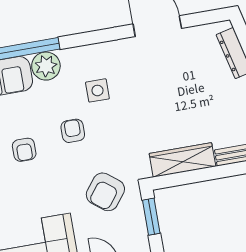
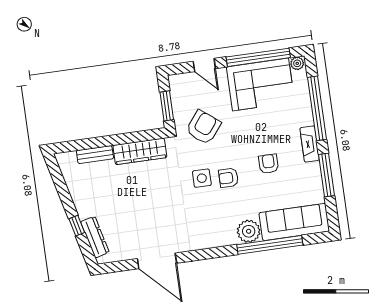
side table: (97, 90) -> (202, 178), moved
armchair: (73, 131) -> (228, 178), turned 90

